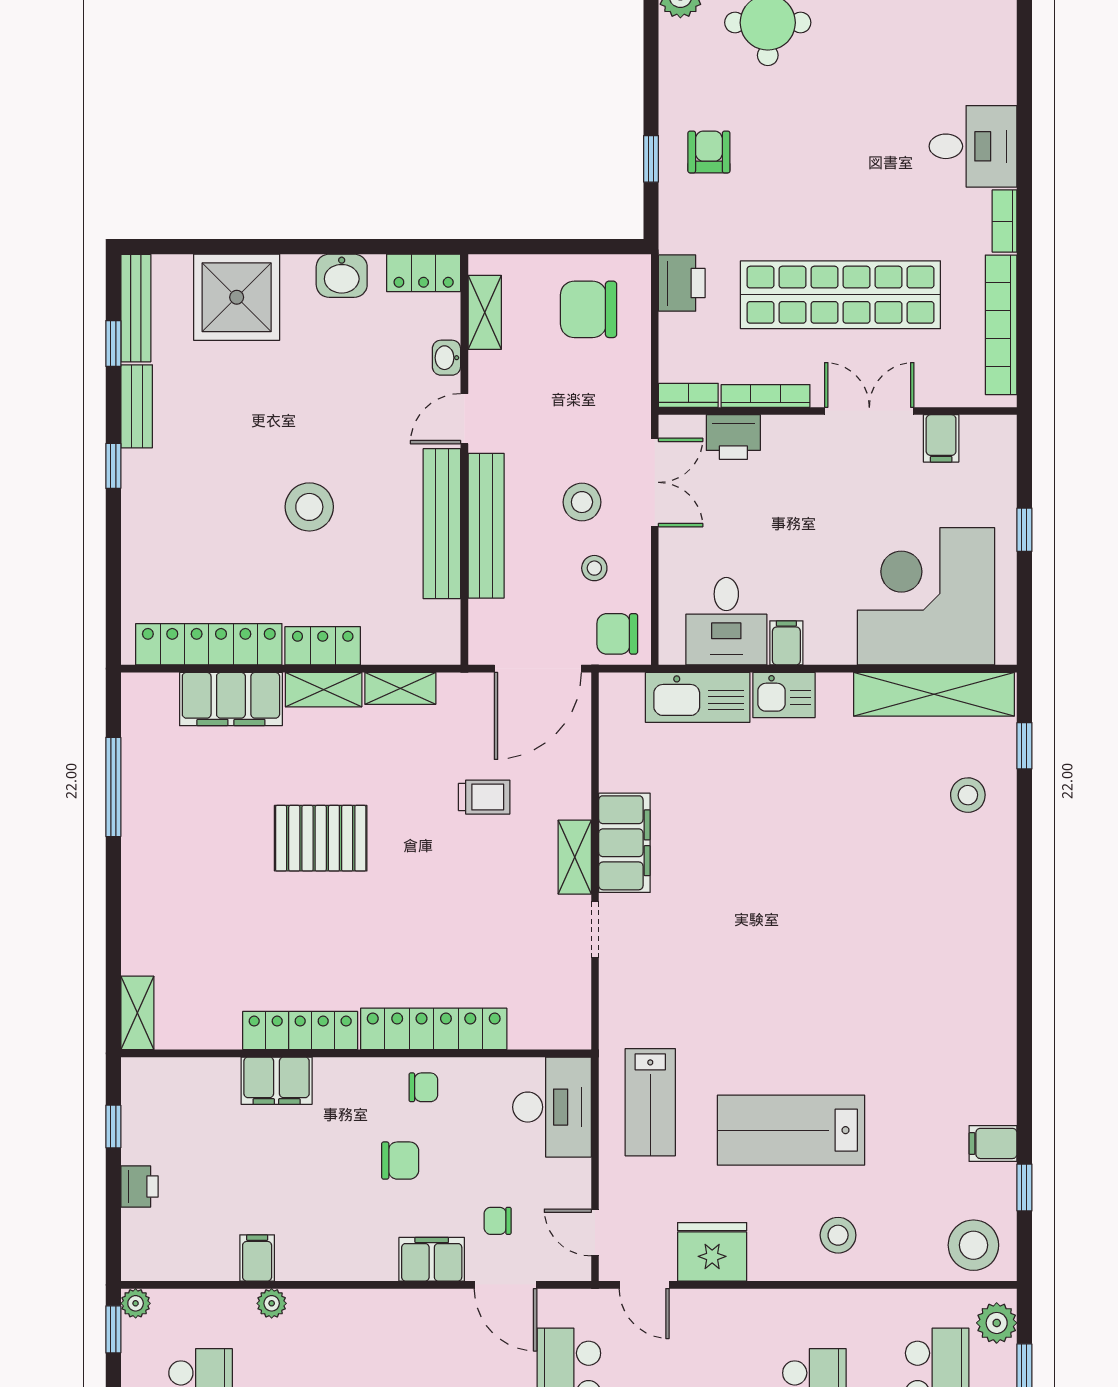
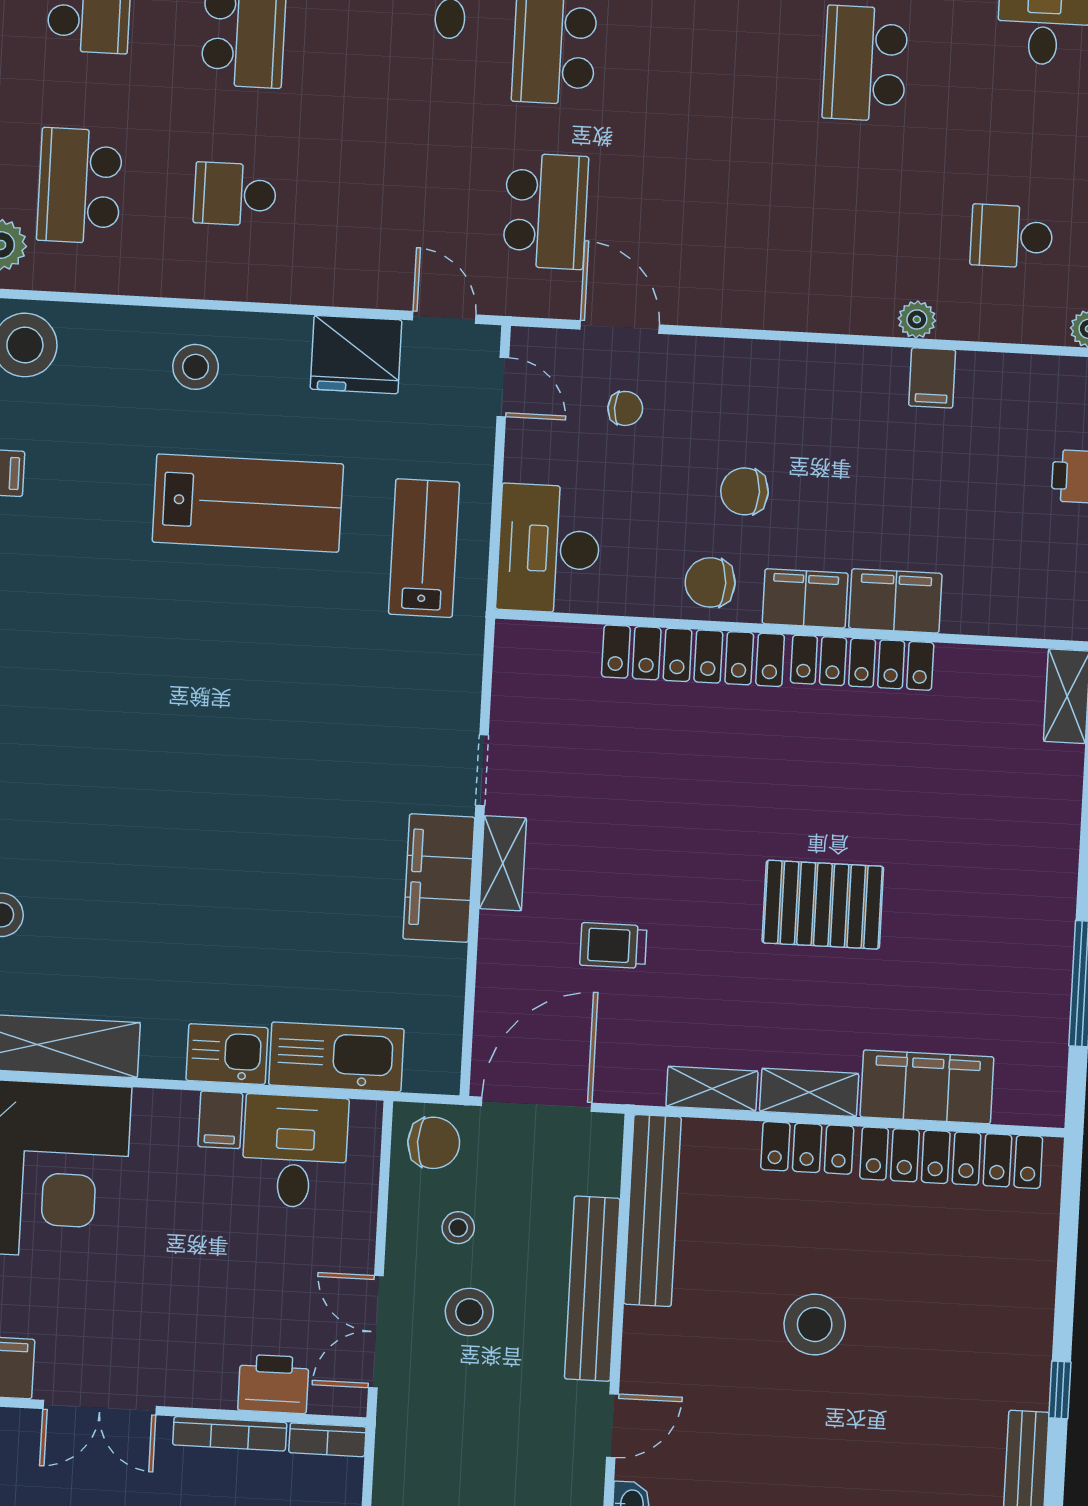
bench: (442, 524) -> (653, 1210), moved
chair: (423, 1087) -> (710, 582), width x1.37, depth x1.37
filing cabinet: (432, 1259) -> (805, 598), moved, turned 180

